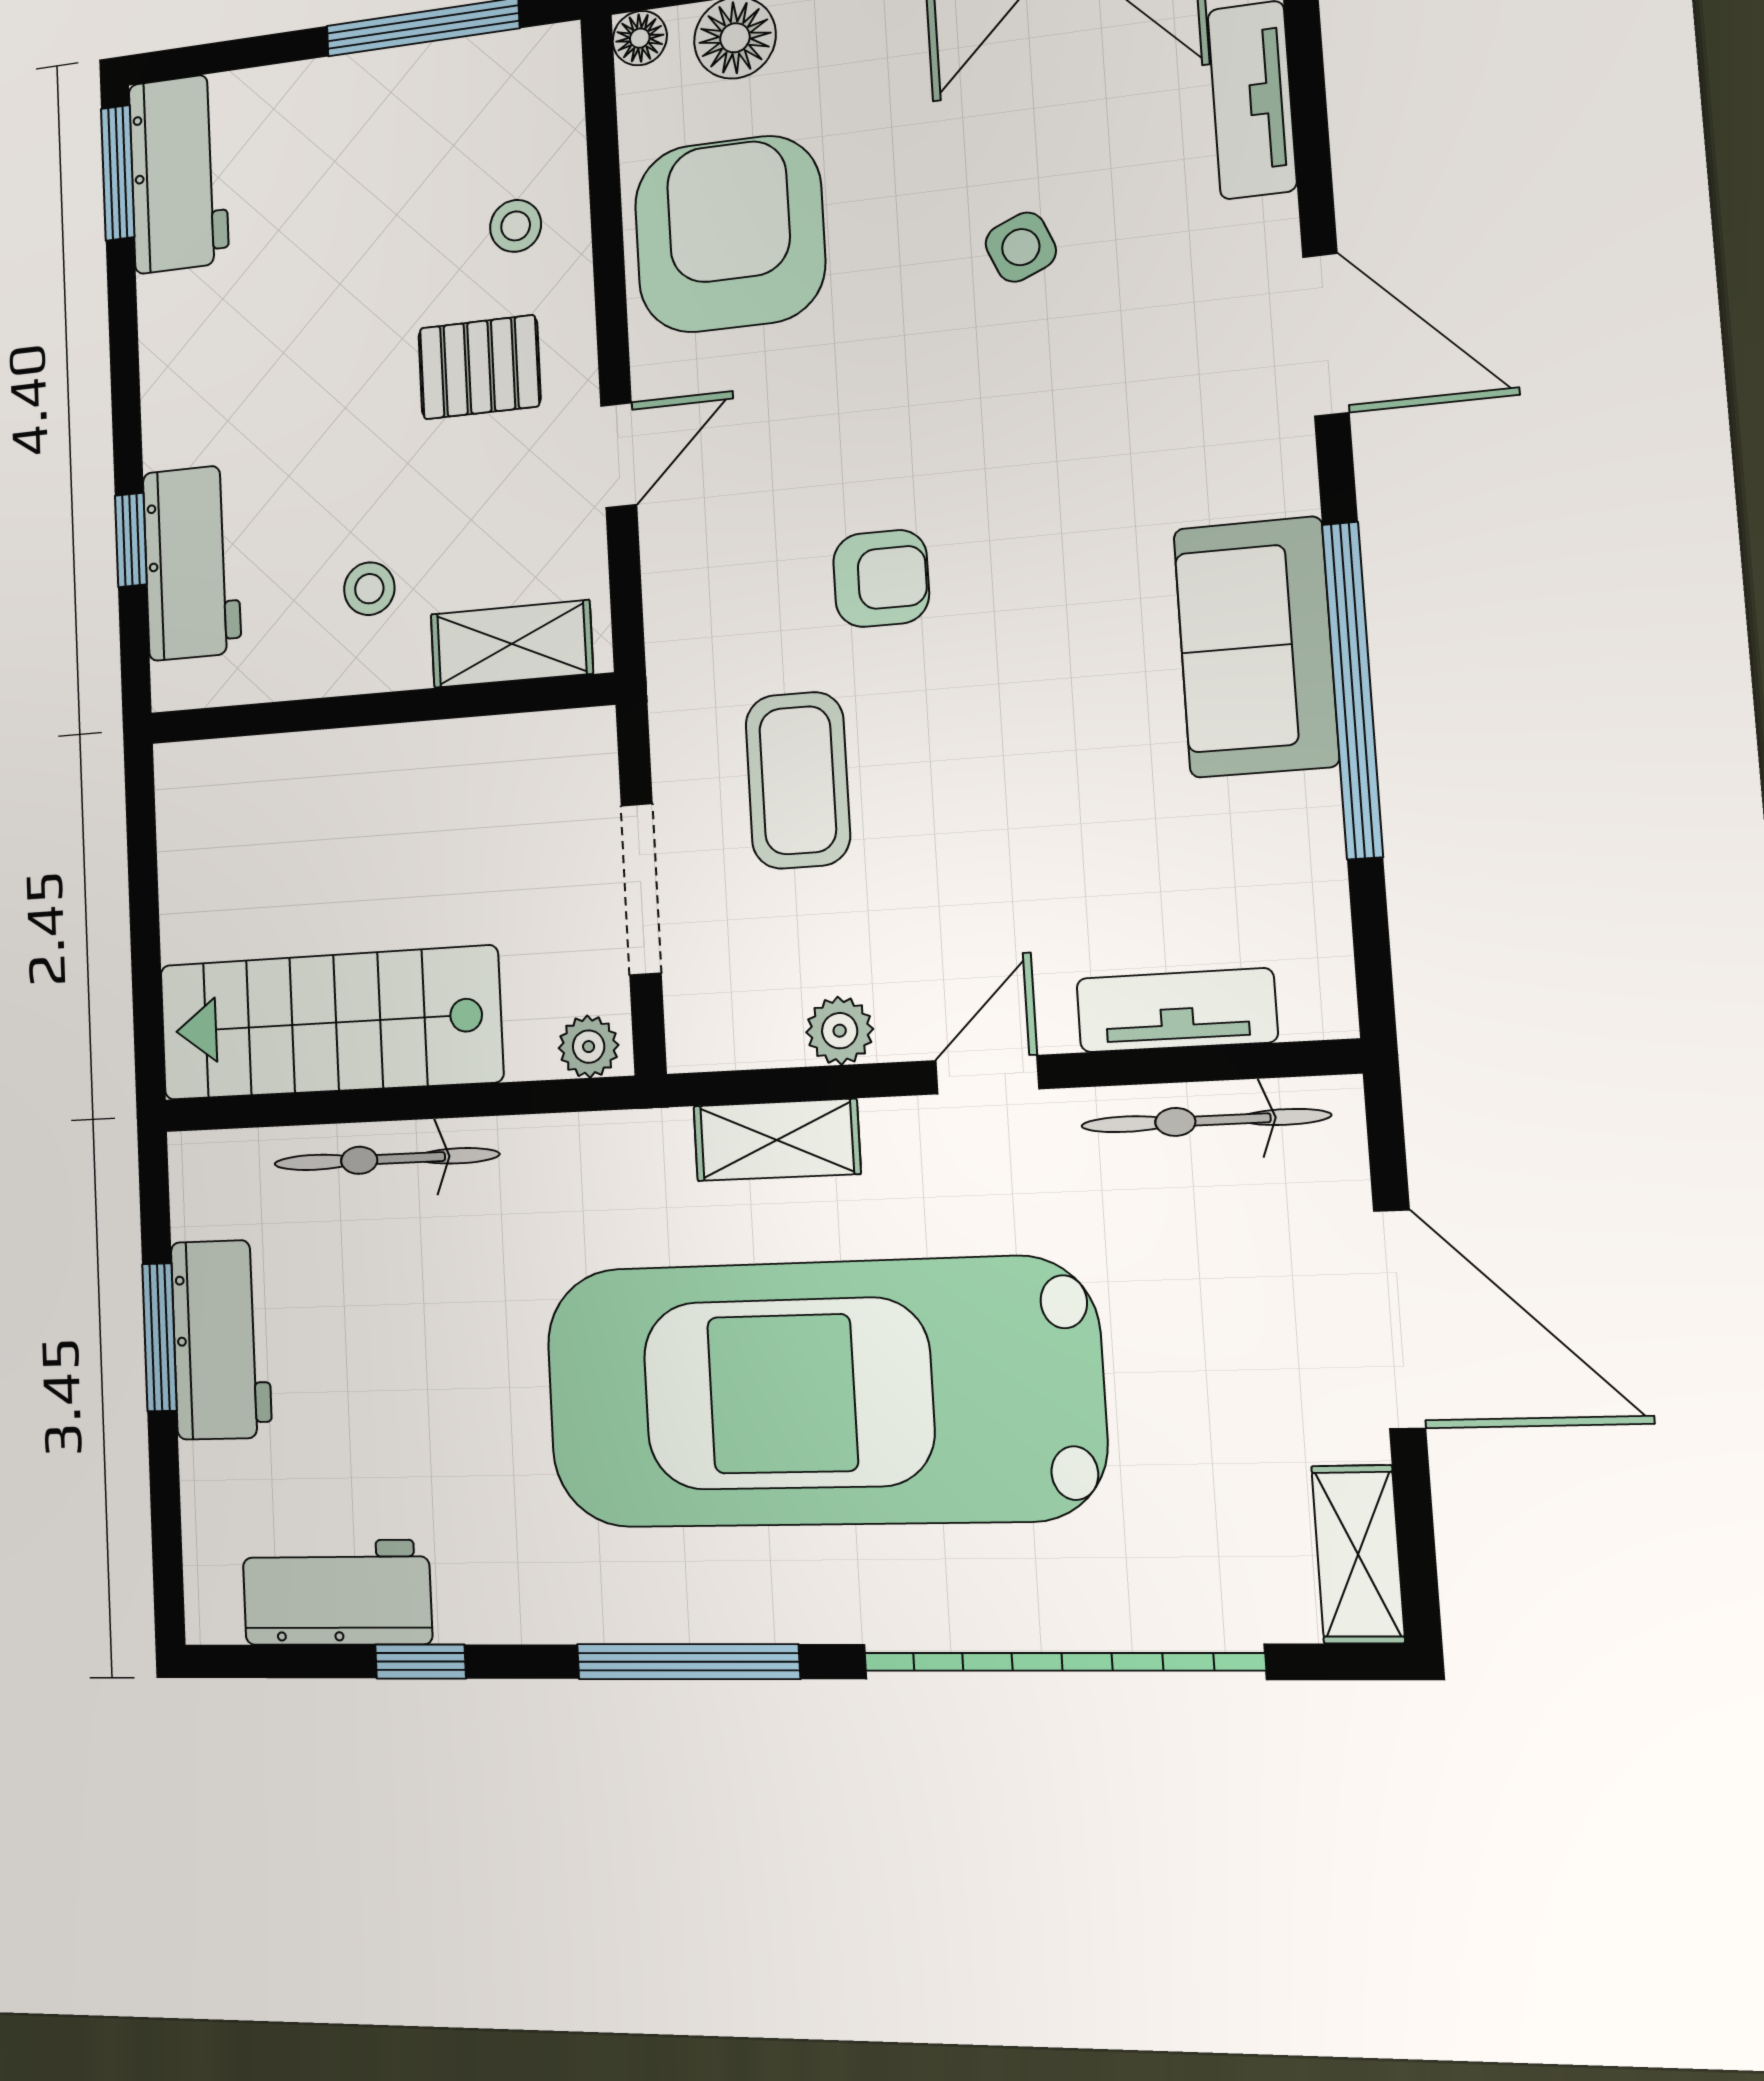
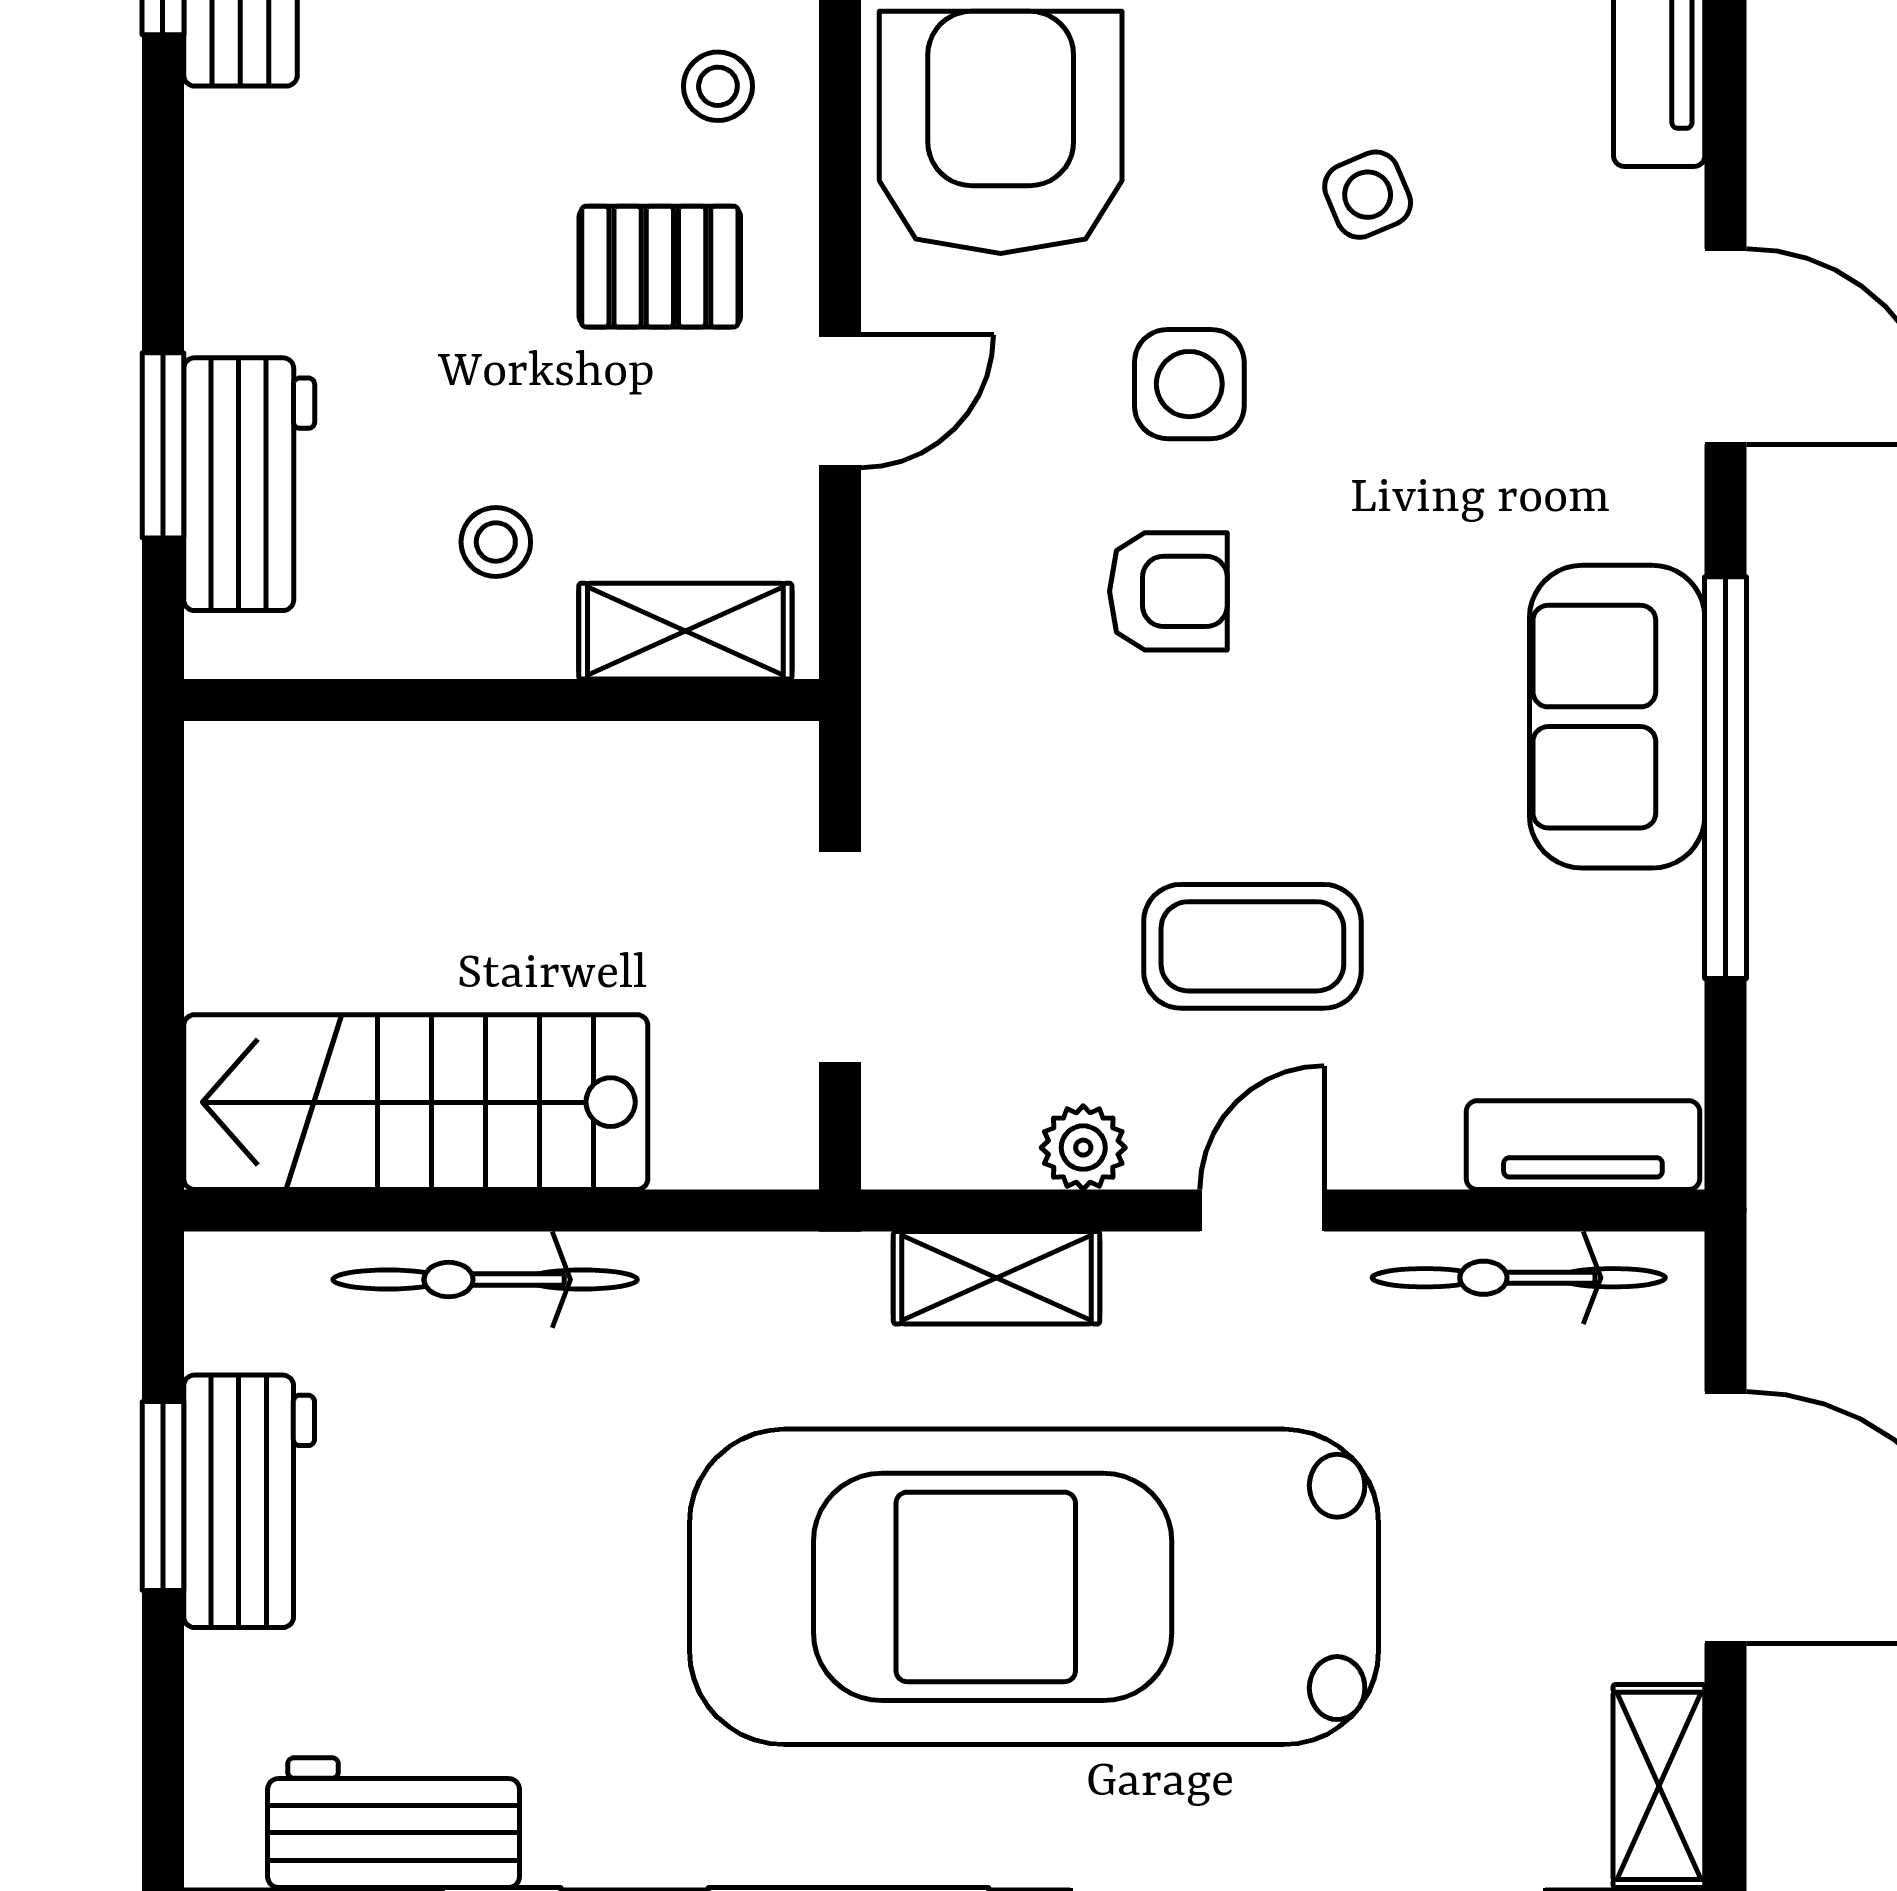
side table: (888, 413) -> (1189, 384), added
window: (131, 540) -> (163, 445), width x1.50
coffee table: (798, 780) -> (1252, 946), moved, turned 90
tv unit: (1177, 1010) -> (1583, 1145), moved
plant: (589, 1047) -> (761, 1150), removed

